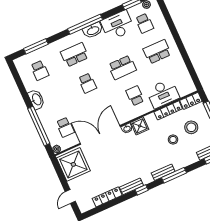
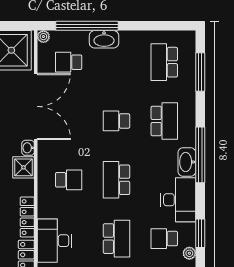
school desk: (40, 70) -> (164, 62), width x1.85
desk: (163, 94) -> (54, 241), moved
washbasin: (36, 99) -> (104, 39), moved

